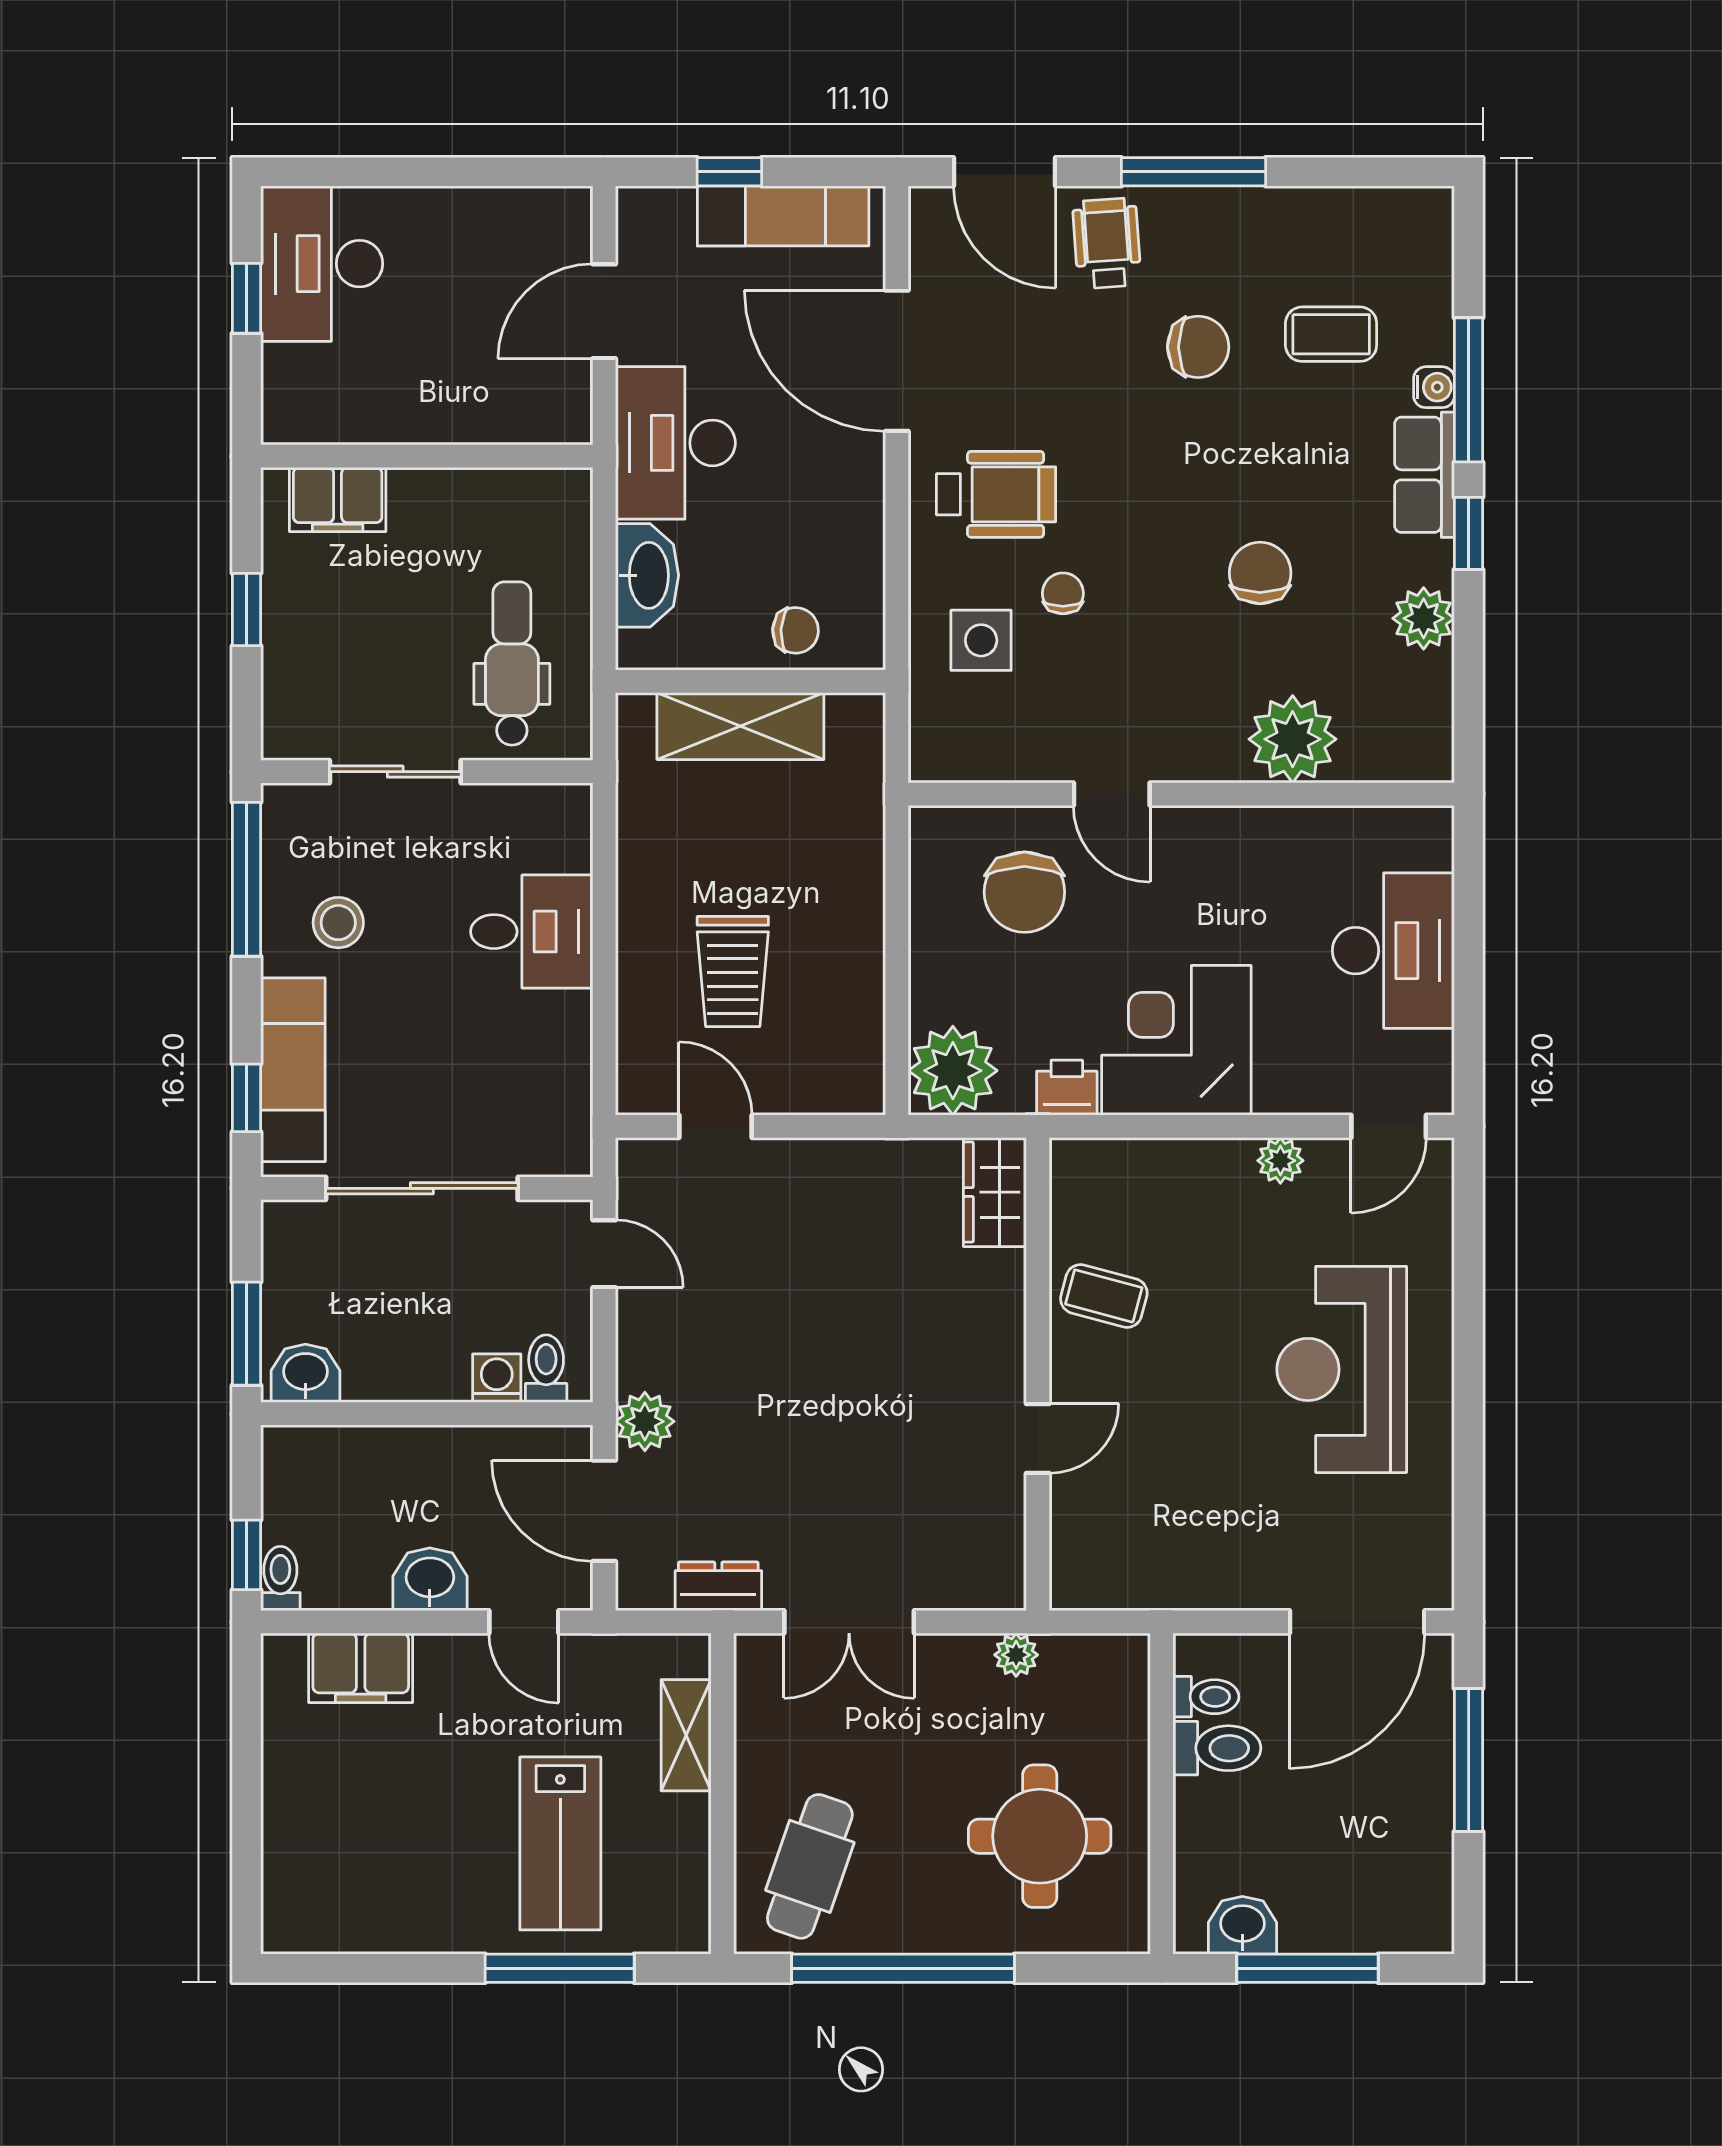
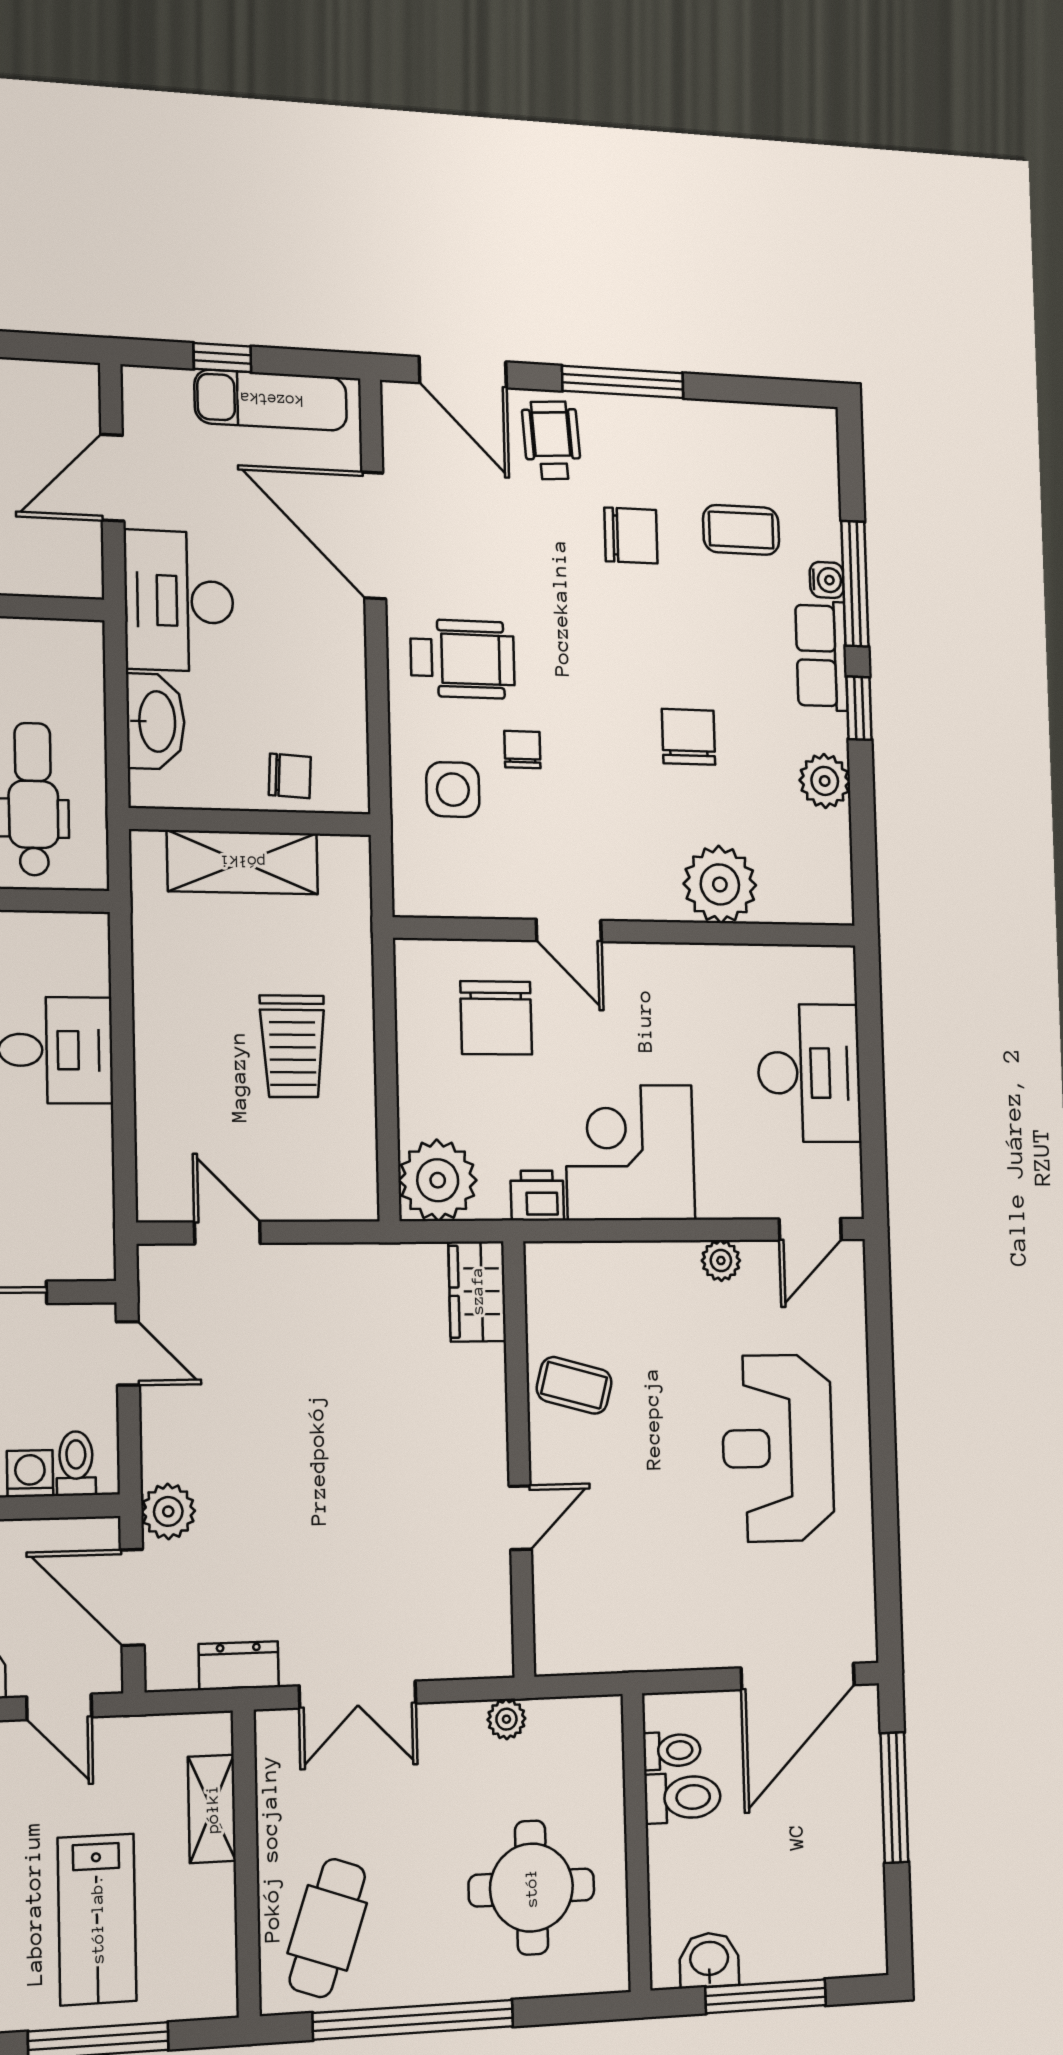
trolley: (733, 972) -> (293, 1046), moved

